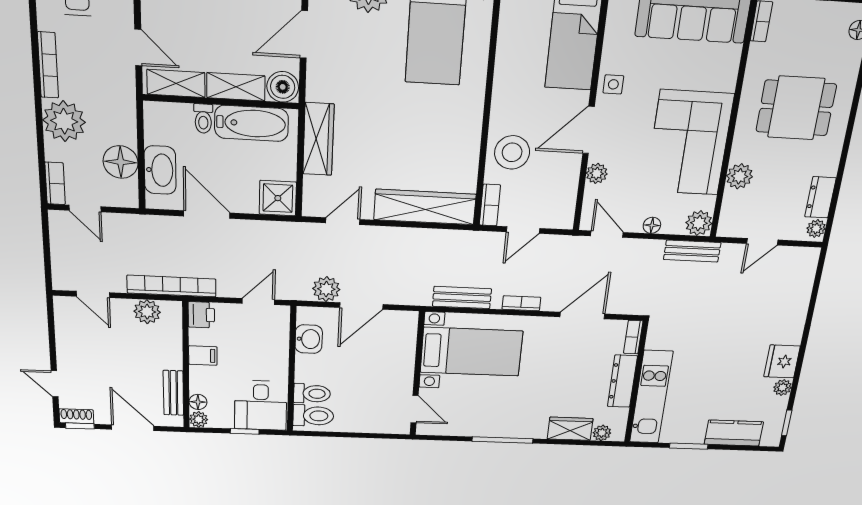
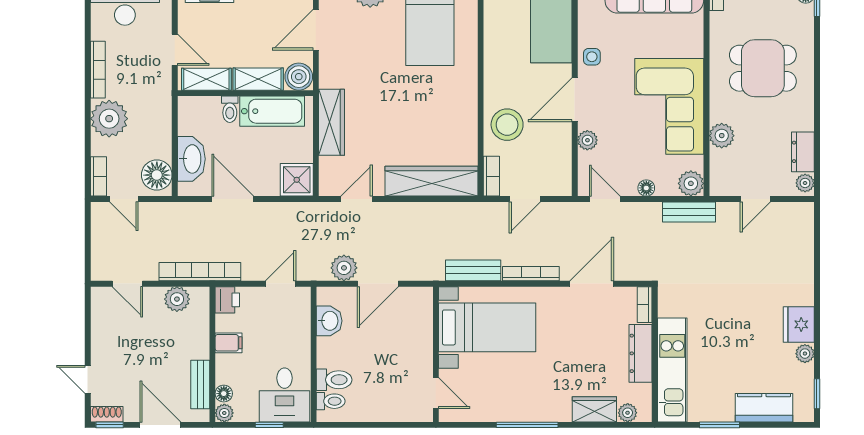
floor lamp: (121, 162) -> (157, 175), moved
bookcase: (521, 303) -> (531, 274), width x1.56
toilet: (313, 416) -> (331, 401), width x0.73, depth x0.72

